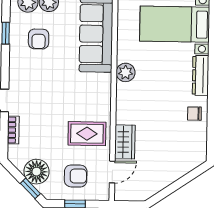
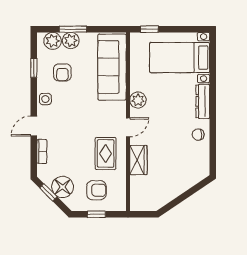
side table: (18, 69) -> (45, 99), added
rug: (87, 134) -> (106, 153), turned 90
door: (112, 172) -> (128, 127), moved
window: (30, 188) -> (48, 192), moved

